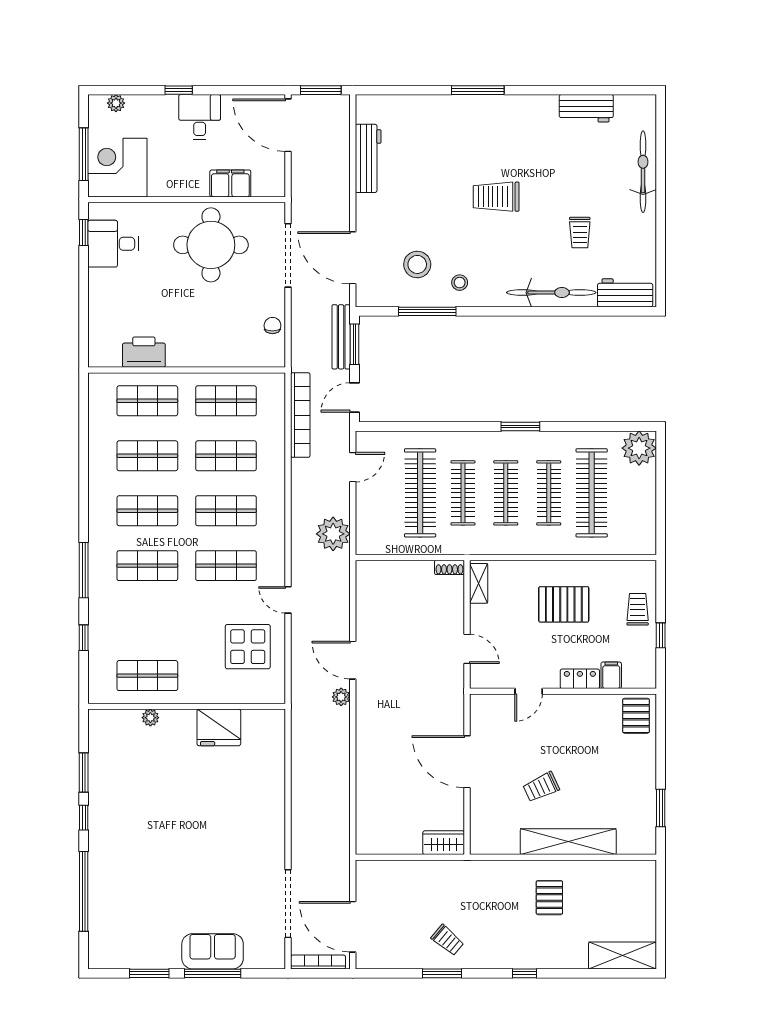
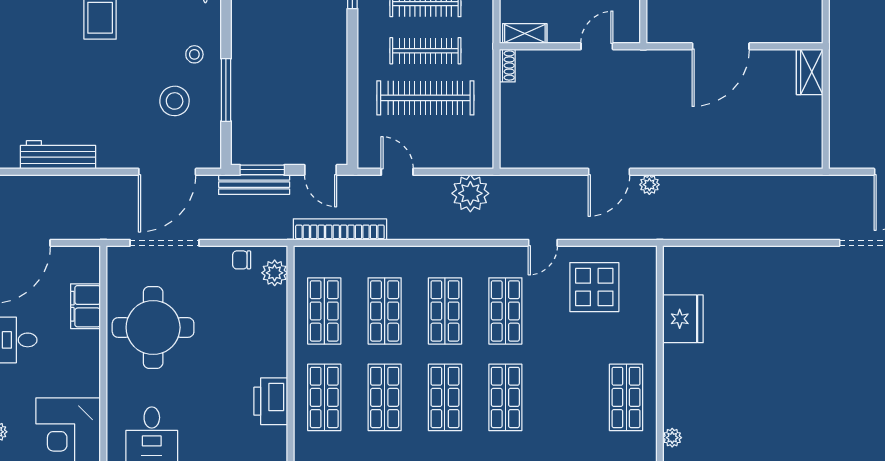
plant: (261, 356) -> (275, 273), added
plant: (150, 718) -> (672, 438), moved

